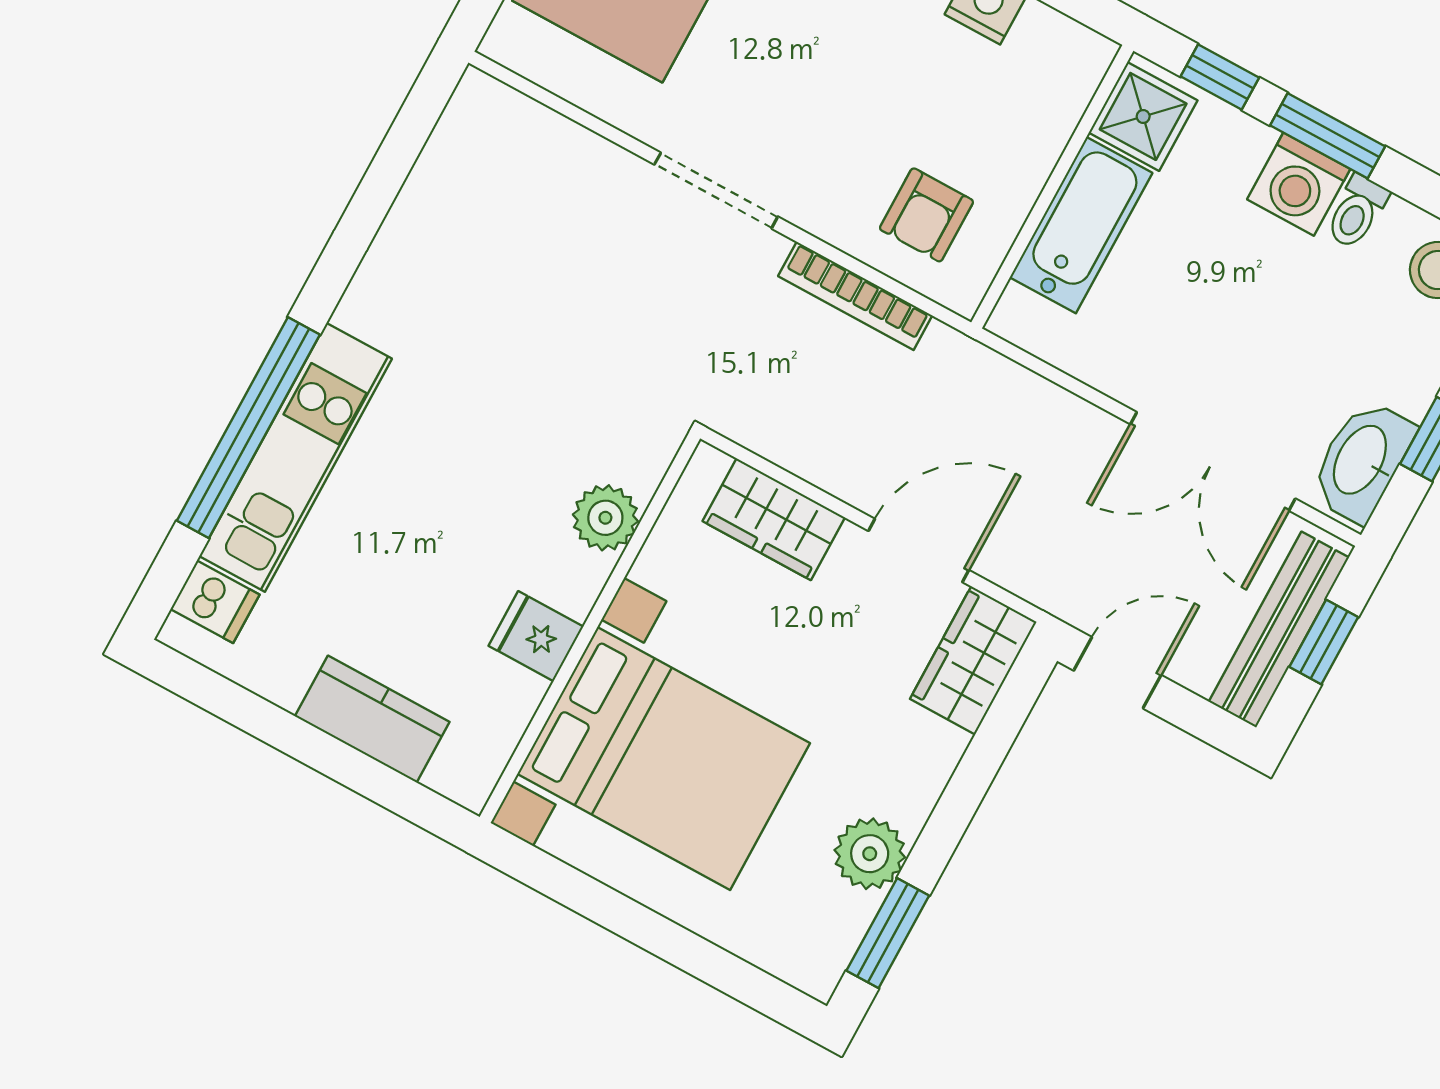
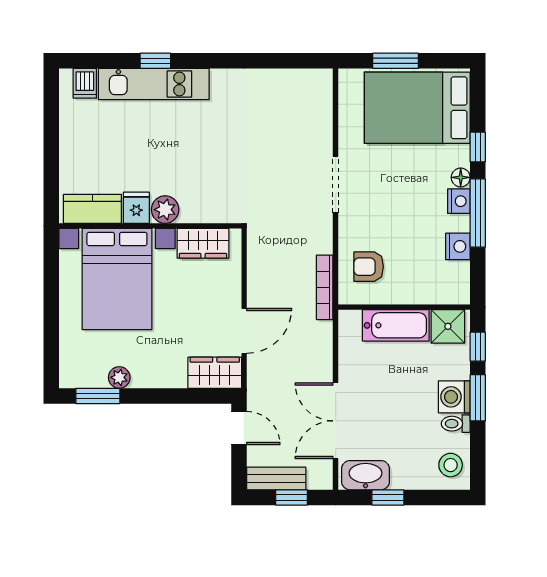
bookcase: (855, 296) -> (325, 287), moved
window: (248, 428) -> (155, 61), width x0.32
plant: (605, 518) -> (165, 210), moved
wardrobe: (774, 519) -> (203, 243), moved, turned -90
door: (919, 550) -> (244, 331), hinge flipped
bench: (1279, 630) -> (276, 479), width x0.73
kitchen counter: (372, 719) -> (92, 209), moved, turned -90
plant: (870, 854) -> (119, 377), width x0.73, depth x0.73

